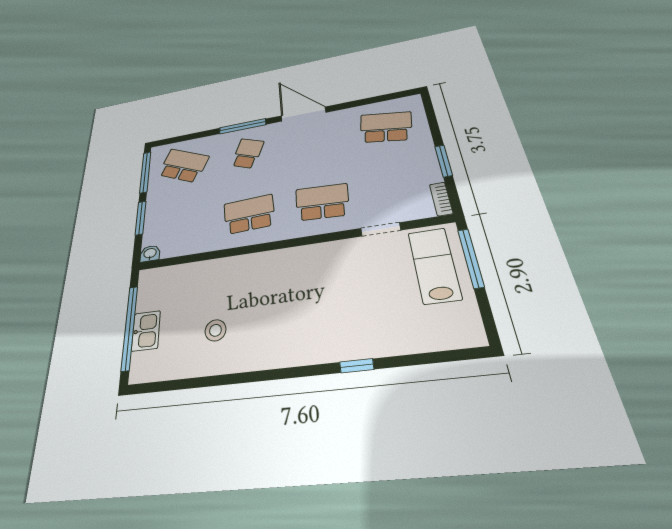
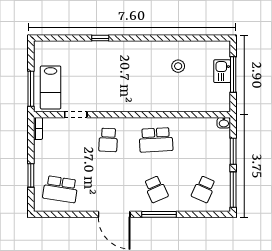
school desk: (248, 153) -> (156, 189), turned -45
window: (444, 161) -> (31, 175), moved
school desk: (183, 166) -> (204, 189), width x0.54
school desk: (322, 202) -> (108, 140), width x0.54
window: (129, 328) -> (233, 75), width x0.68

